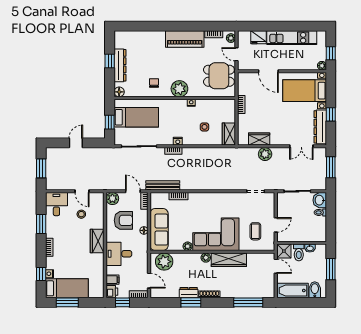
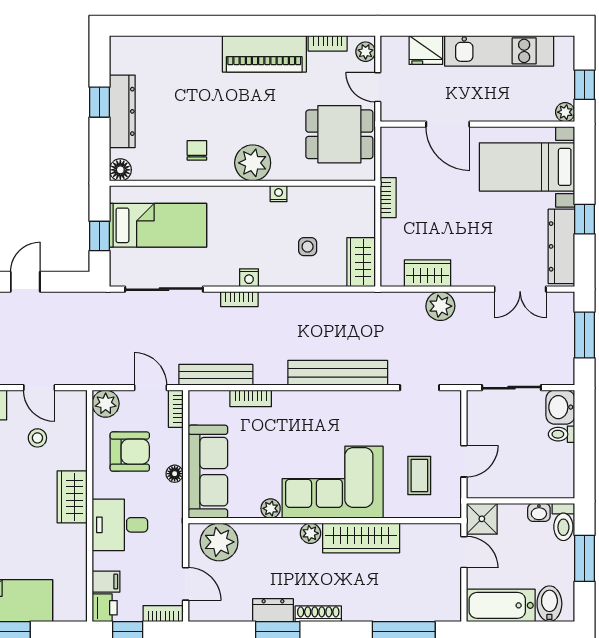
bench: (218, 184) -> (338, 373), added
toilet: (299, 252) -> (563, 522), moved

